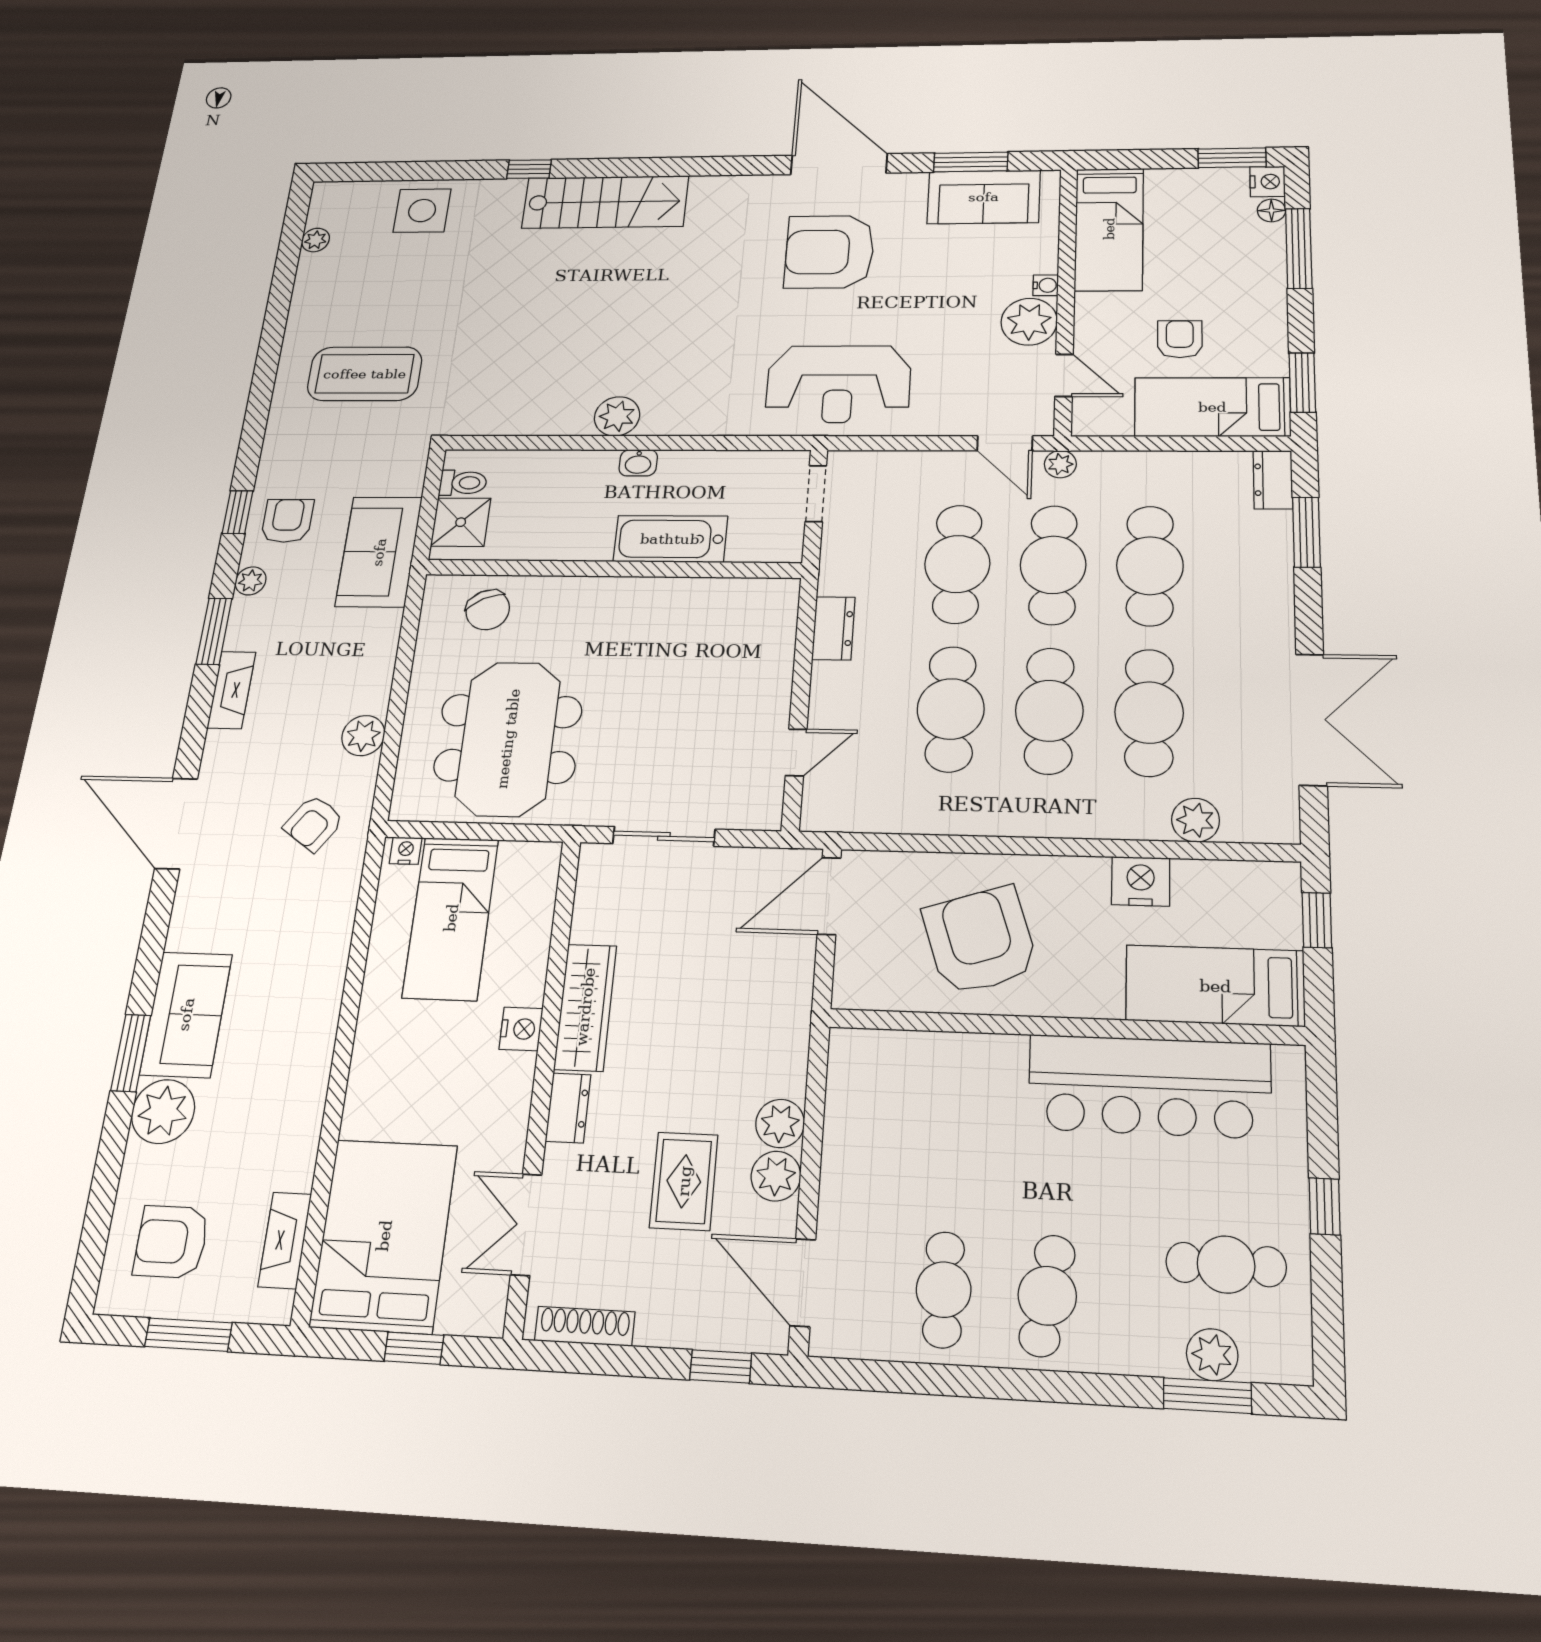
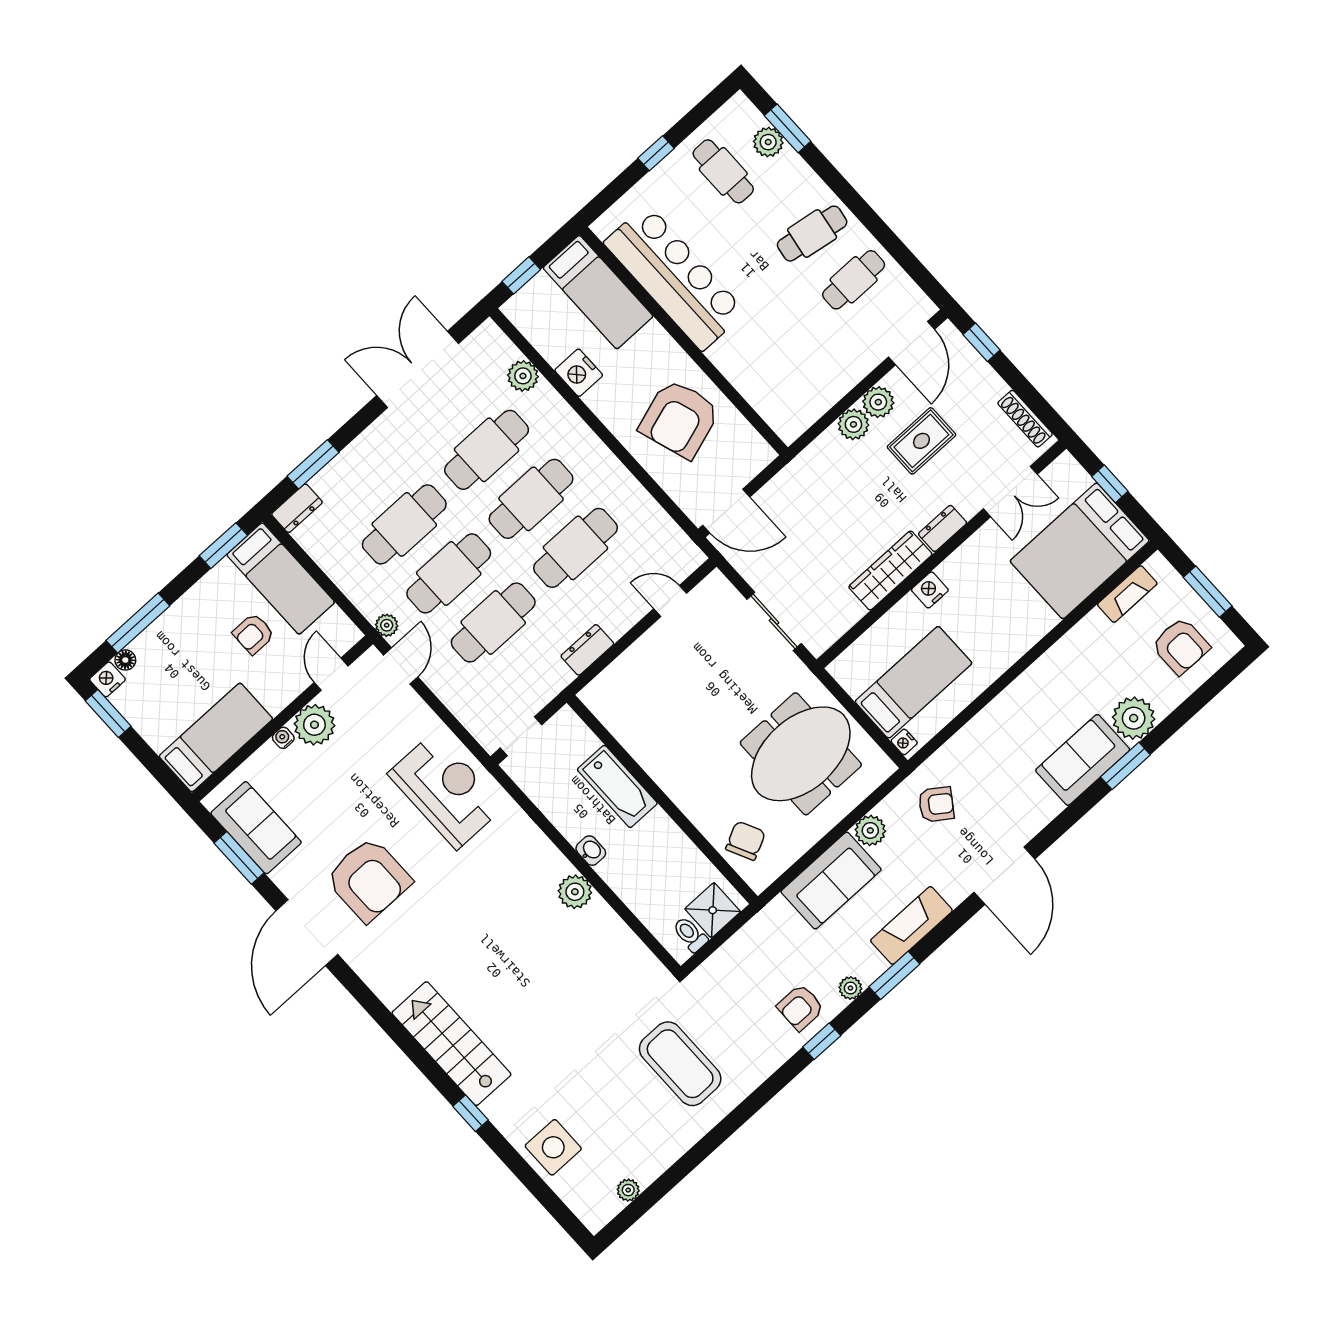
sofa: (379, 552) -> (831, 881), moved
fireplace: (231, 690) -> (911, 925), width x1.37, depth x1.32

